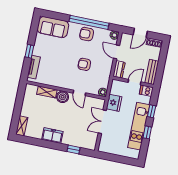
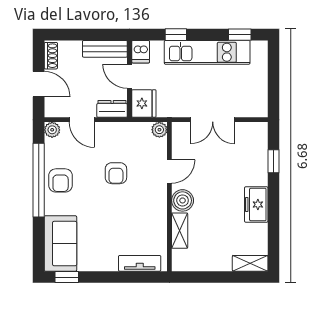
window: (29, 51) -> (67, 277), moved
door: (117, 52) -> (82, 120), hinge flipped
fridge: (114, 103) -> (144, 103), moved, turned 90
window: (147, 132) -> (240, 35), moved

